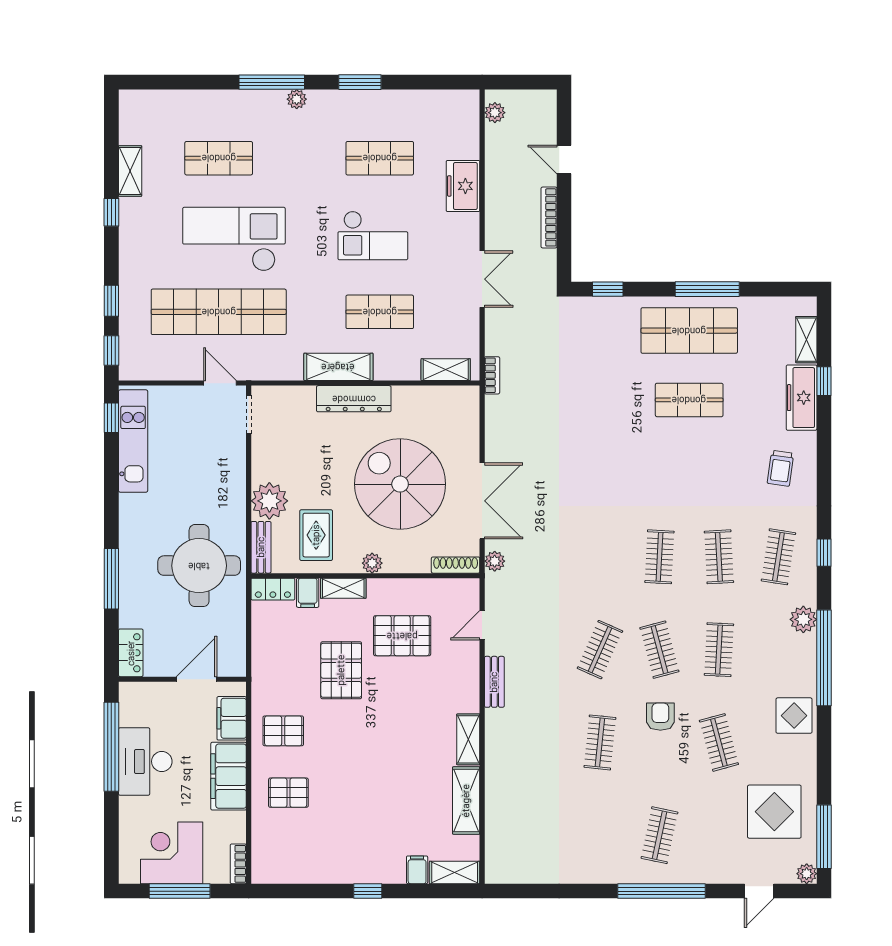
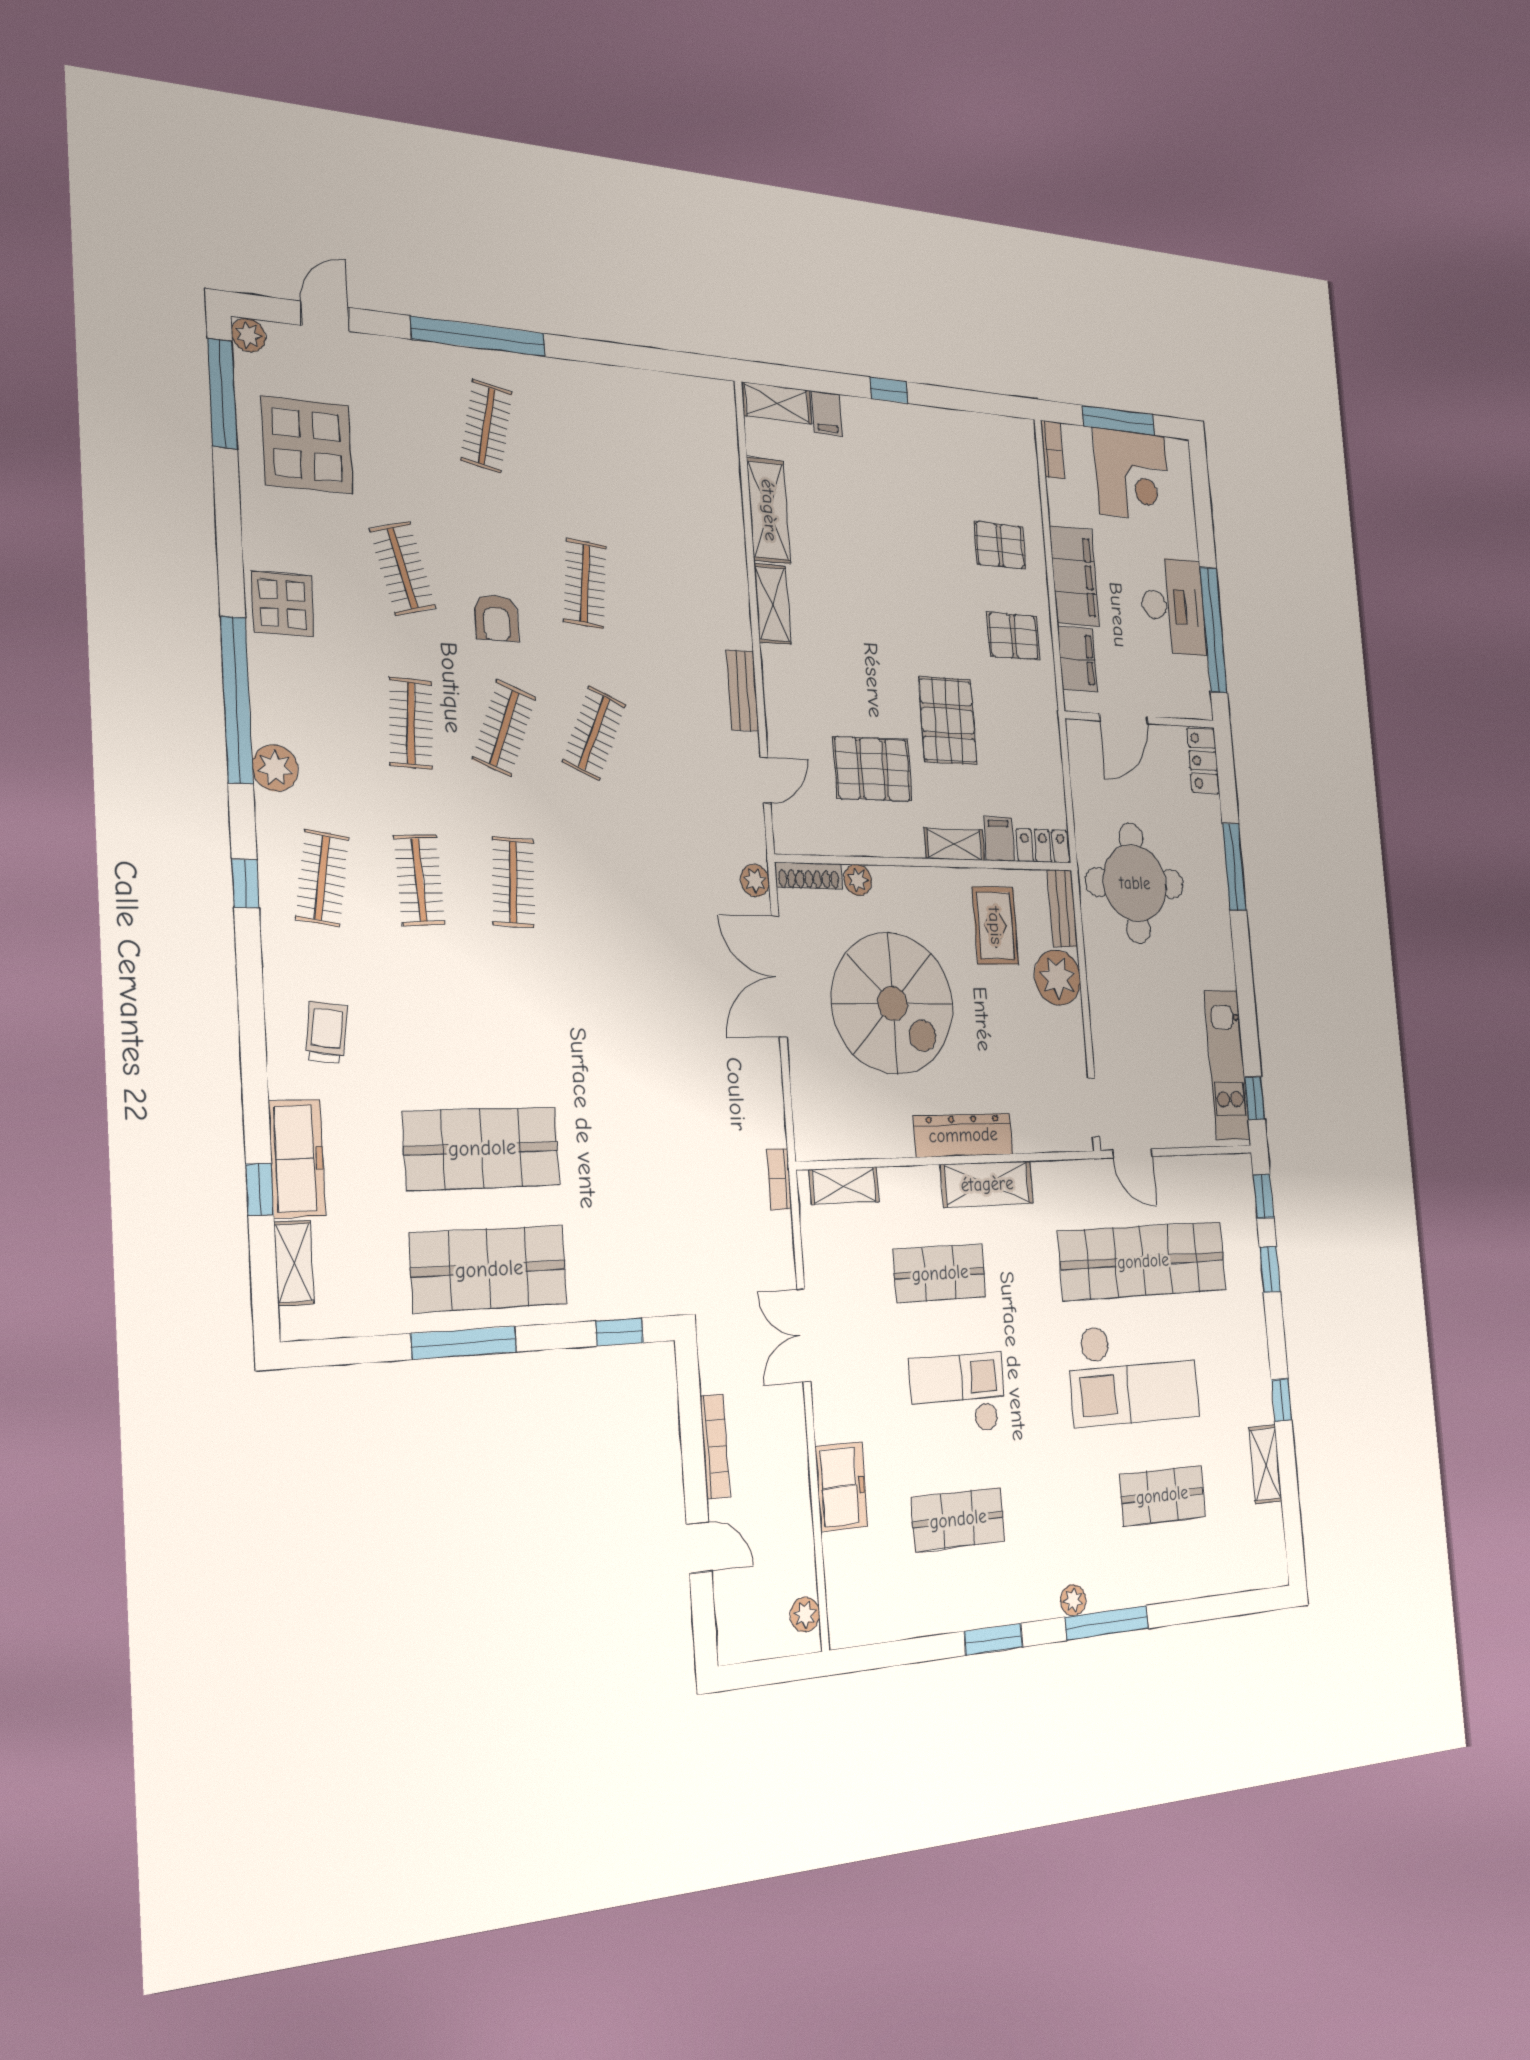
shop shelf: (689, 400) -> (482, 1148), width x1.43, depth x1.36
plant: (372, 563) -> (858, 880), moved
clothes rail: (659, 650) -> (504, 728), turned 36

